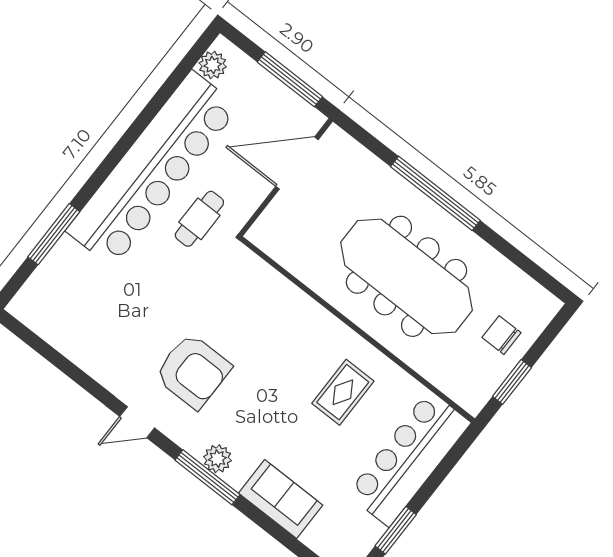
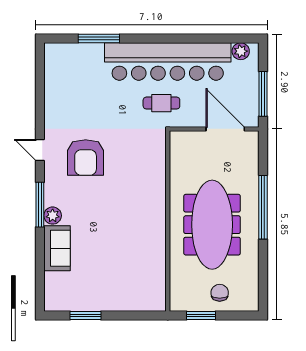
rug: (343, 392) -> (132, 238), removed
bar counter: (409, 458) -> (125, 295), removed
plant: (217, 459) -> (53, 216), moved

